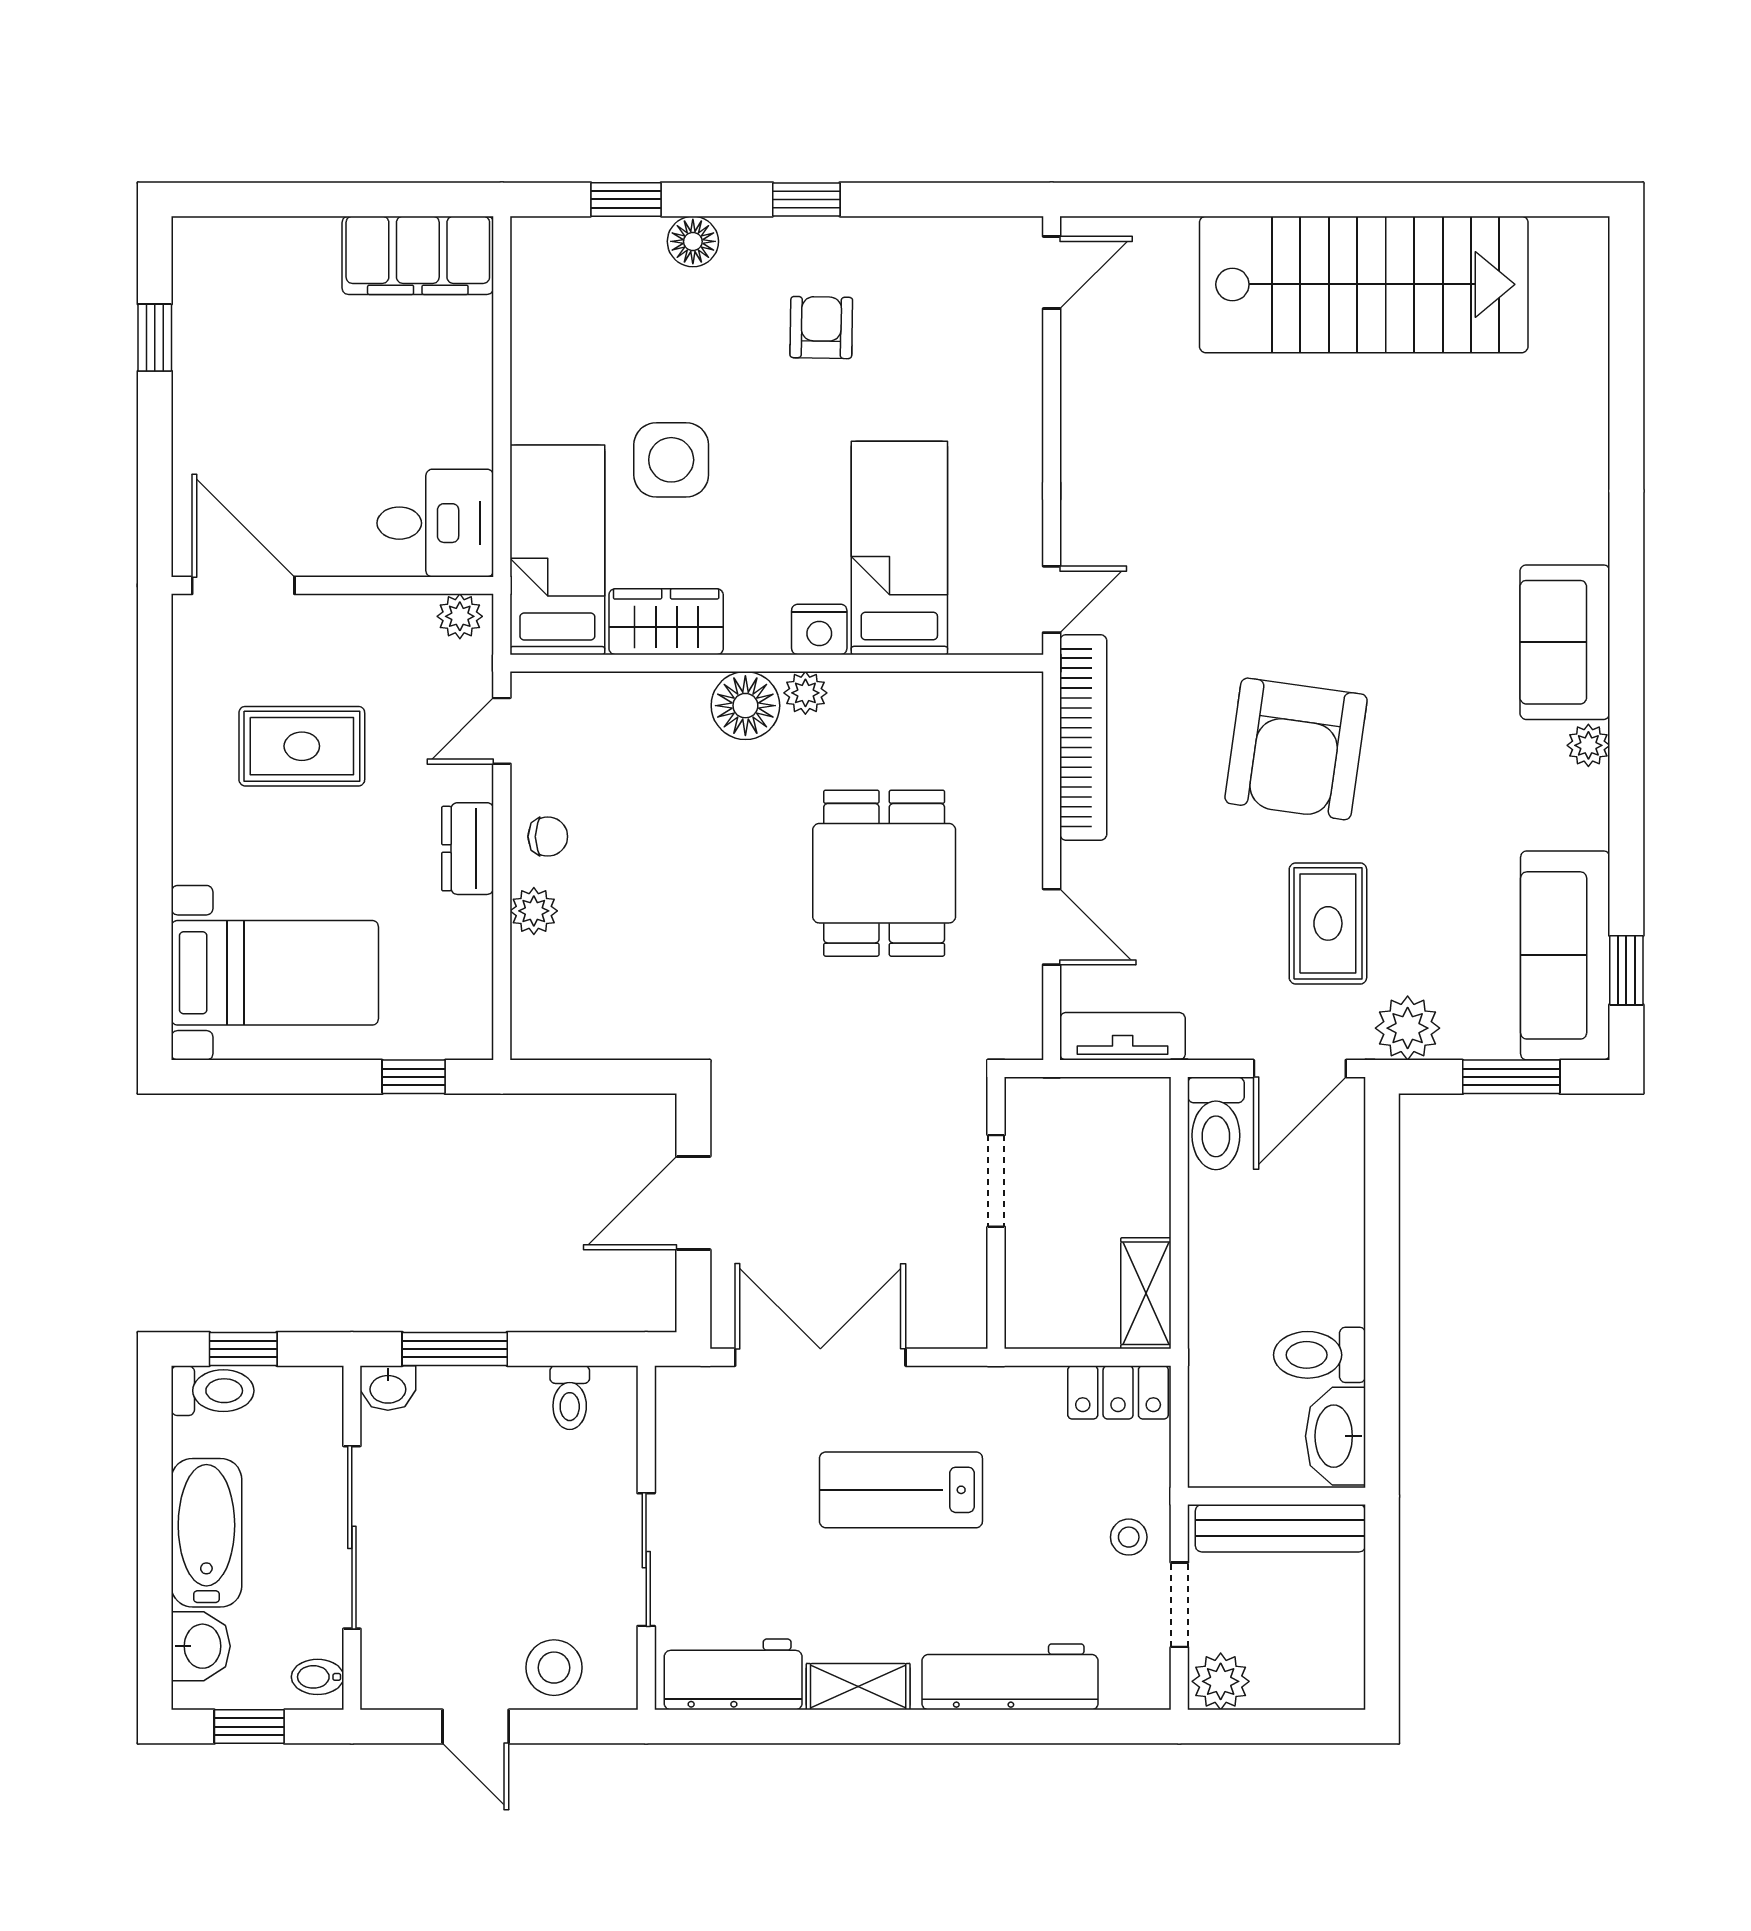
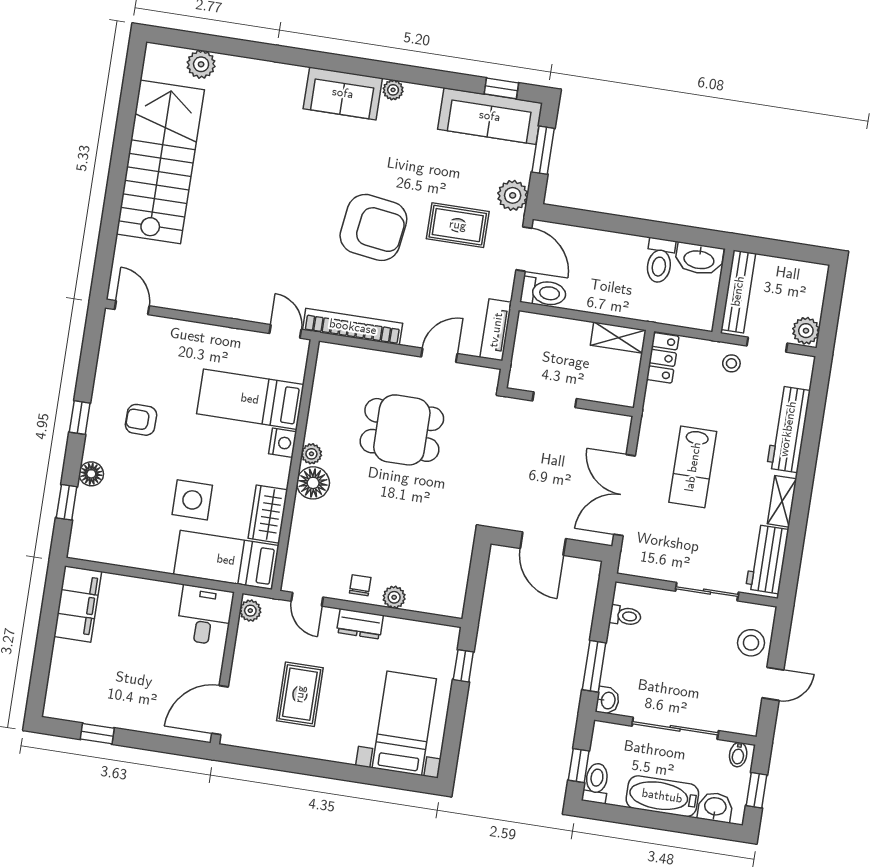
plant: (1580, 338) -> (201, 64), added

